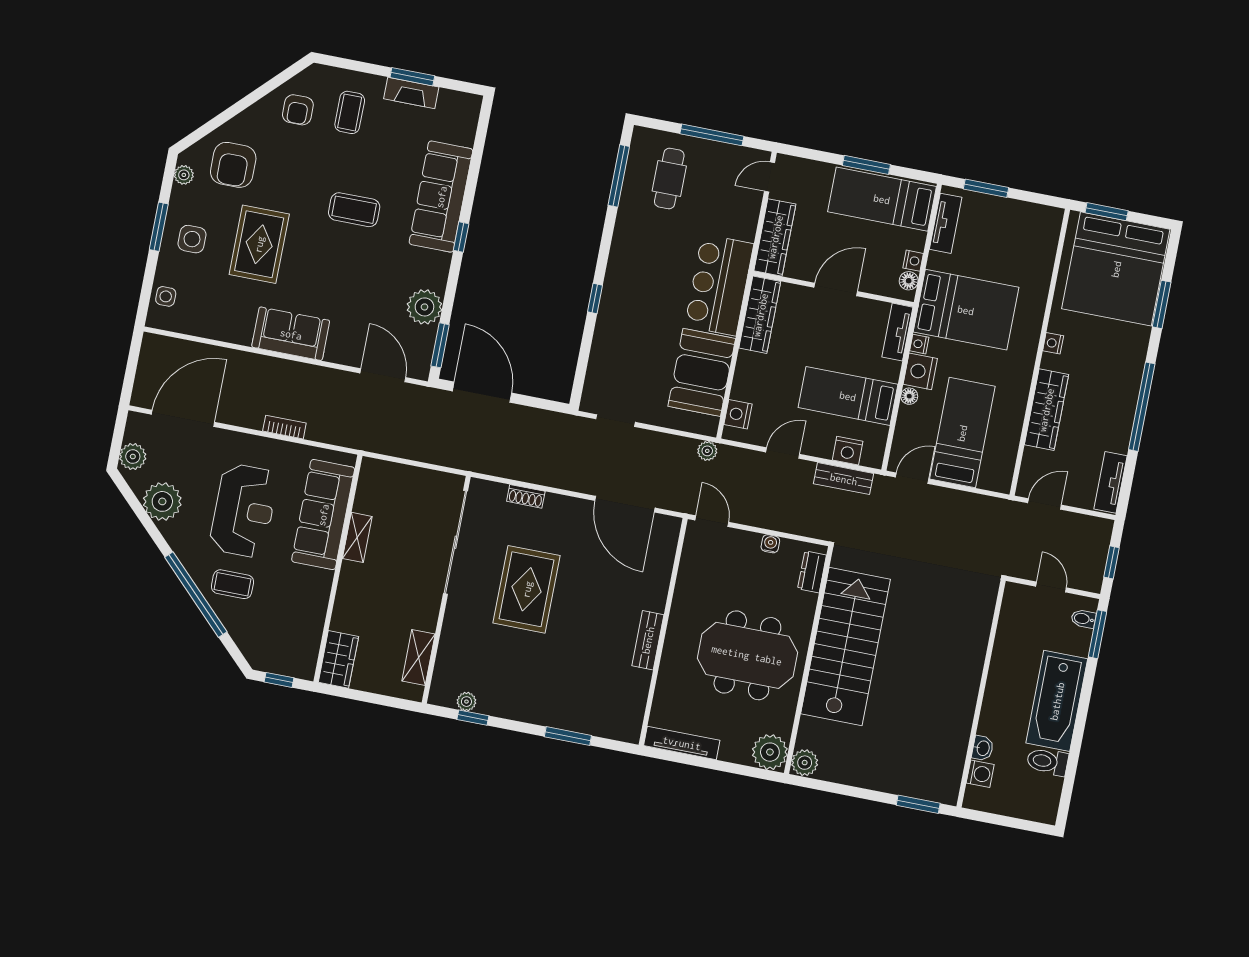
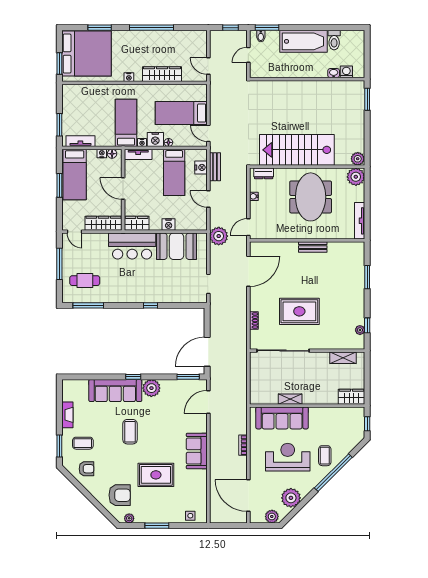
window: (412, 77) -> (59, 446), moved
side table: (192, 239) -> (160, 508), removed
plant: (424, 307) -> (151, 388), moved
bed: (966, 310) -> (126, 123), width x0.67
wardrobe: (760, 315) -> (137, 223), width x0.67
nightstand: (738, 414) -> (169, 225), moved
plant: (707, 451) -> (219, 236), width x1.88, depth x1.88
tv unit: (1110, 482) -> (191, 36), removed

